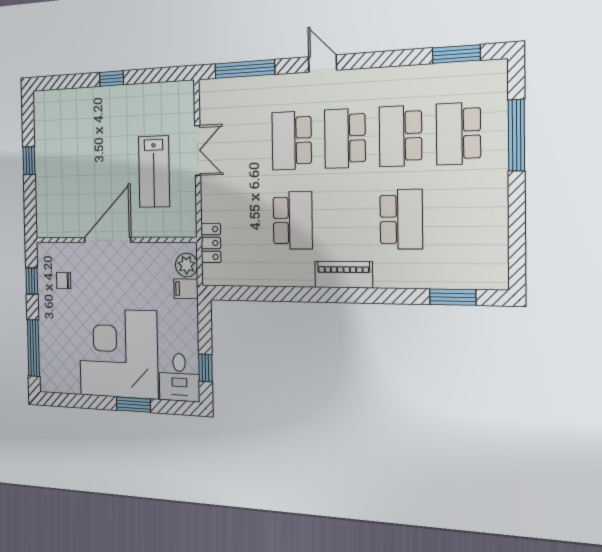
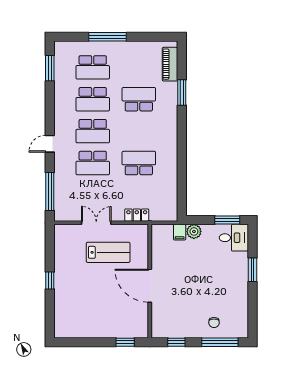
window: (516, 135) -> (108, 37), moved
window: (29, 161) -> (125, 342), moved
locker: (211, 243) -> (137, 215), moved
plant: (187, 265) -> (194, 231), moved
piano: (344, 275) -> (170, 64), moved
chair: (64, 281) -> (214, 322), moved
window: (453, 297) -> (182, 92), moved
corner desk: (118, 353) -> (221, 280), removed
window: (206, 368) -> (227, 220), width x1.50

